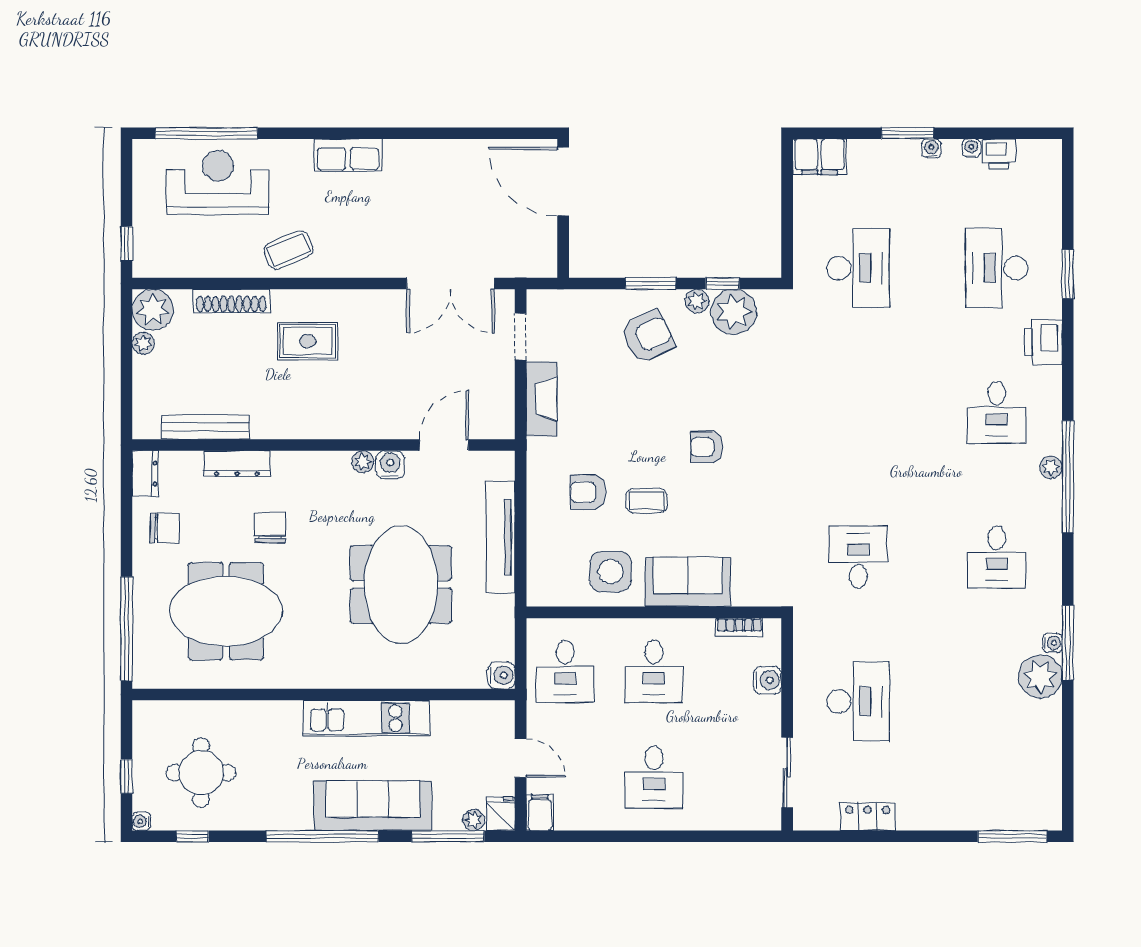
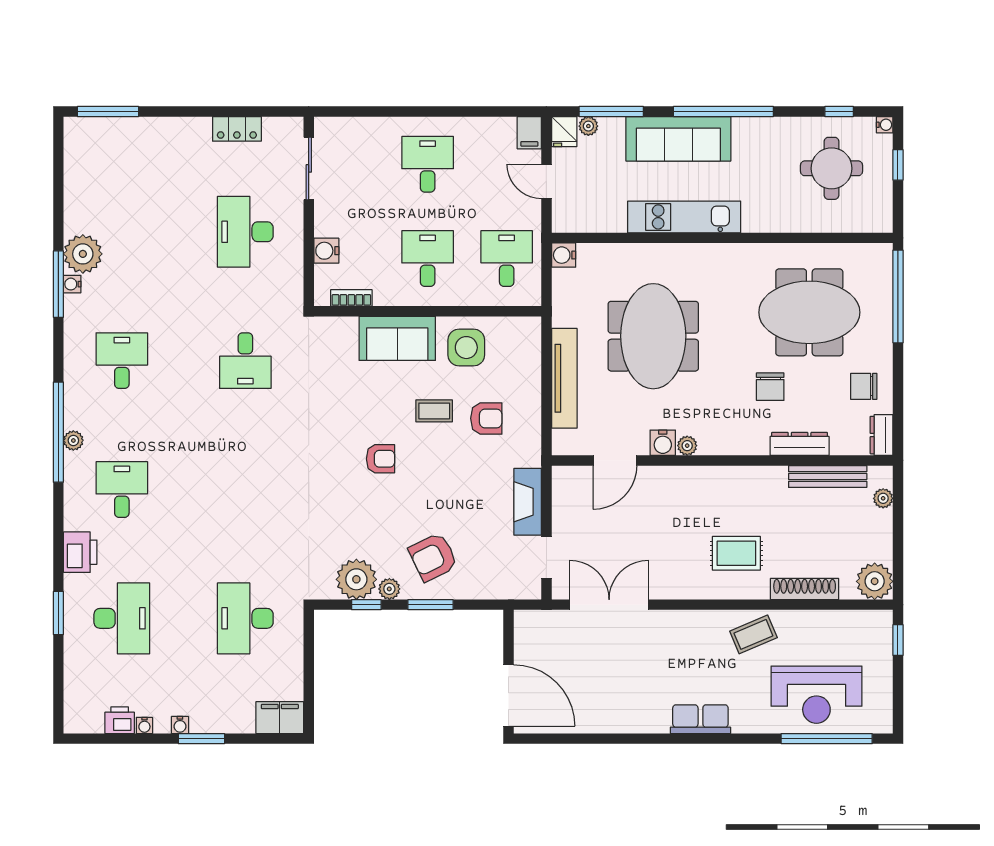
plant: (143, 343) -> (883, 498), moved

